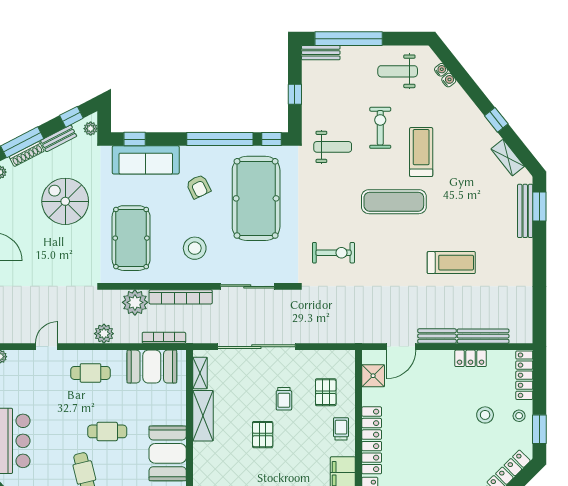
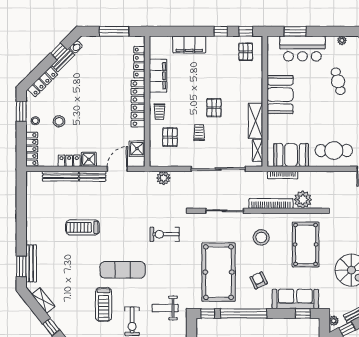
plant: (104, 334) -> (163, 178), moved
shower: (442, 360) -> (89, 159), added
cafe table: (90, 373) -> (334, 151), width x1.37, depth x1.35
cafe table: (107, 431) -> (322, 110), removed

